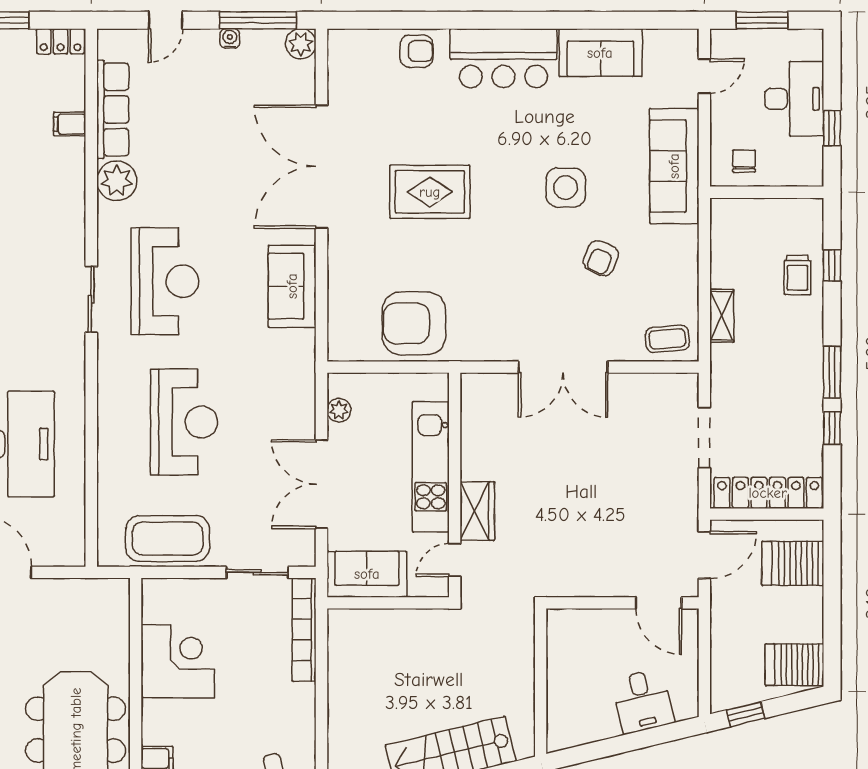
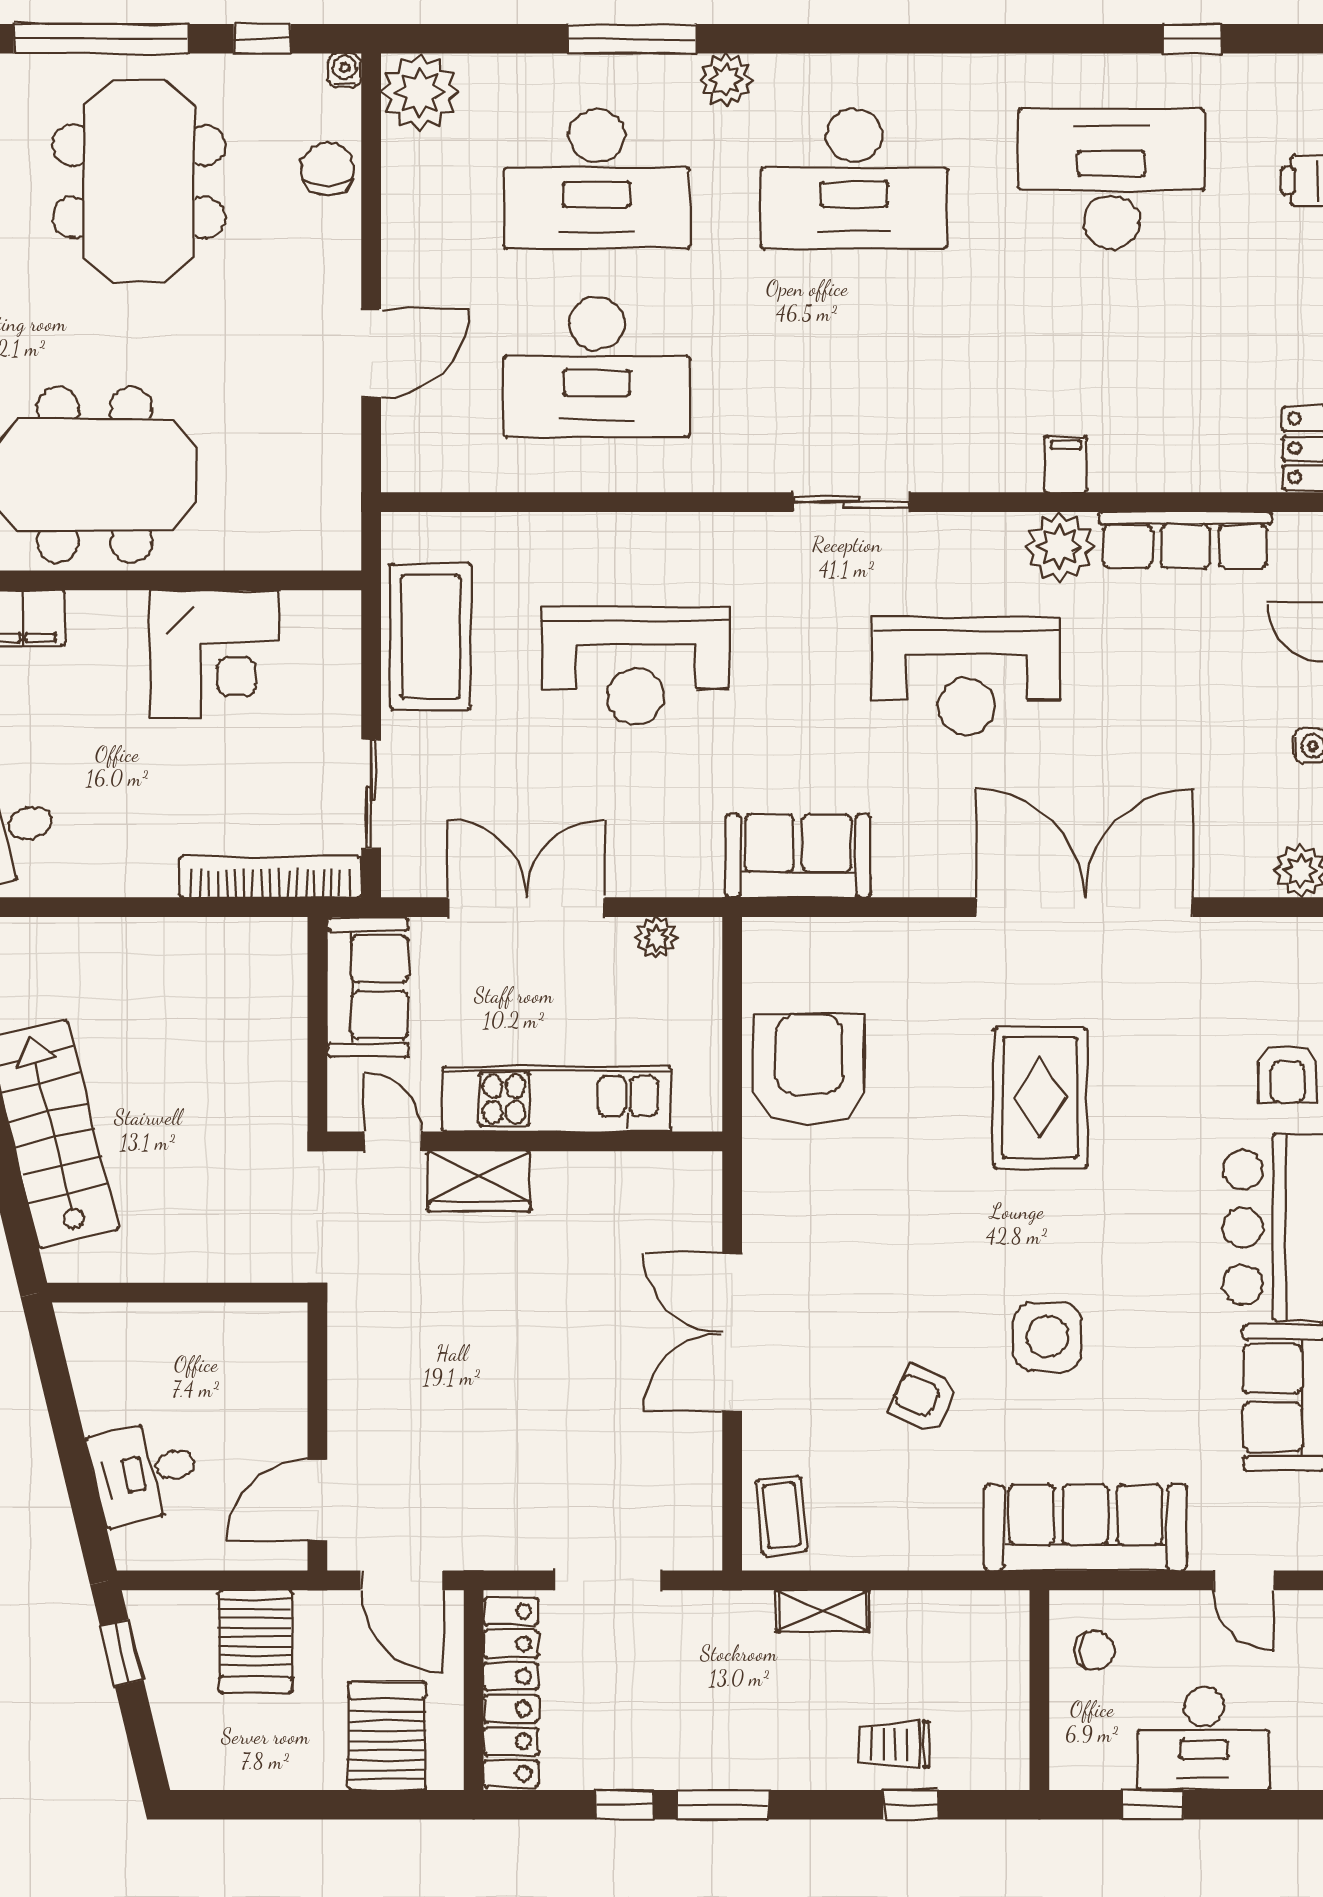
filing cabinet: (70, 124) -> (1066, 464), moved
reception desk: (165, 281) -> (966, 676), moved
sofa: (292, 286) -> (798, 856), moved
server rack: (794, 665) -> (255, 1641), moved, turned 180

